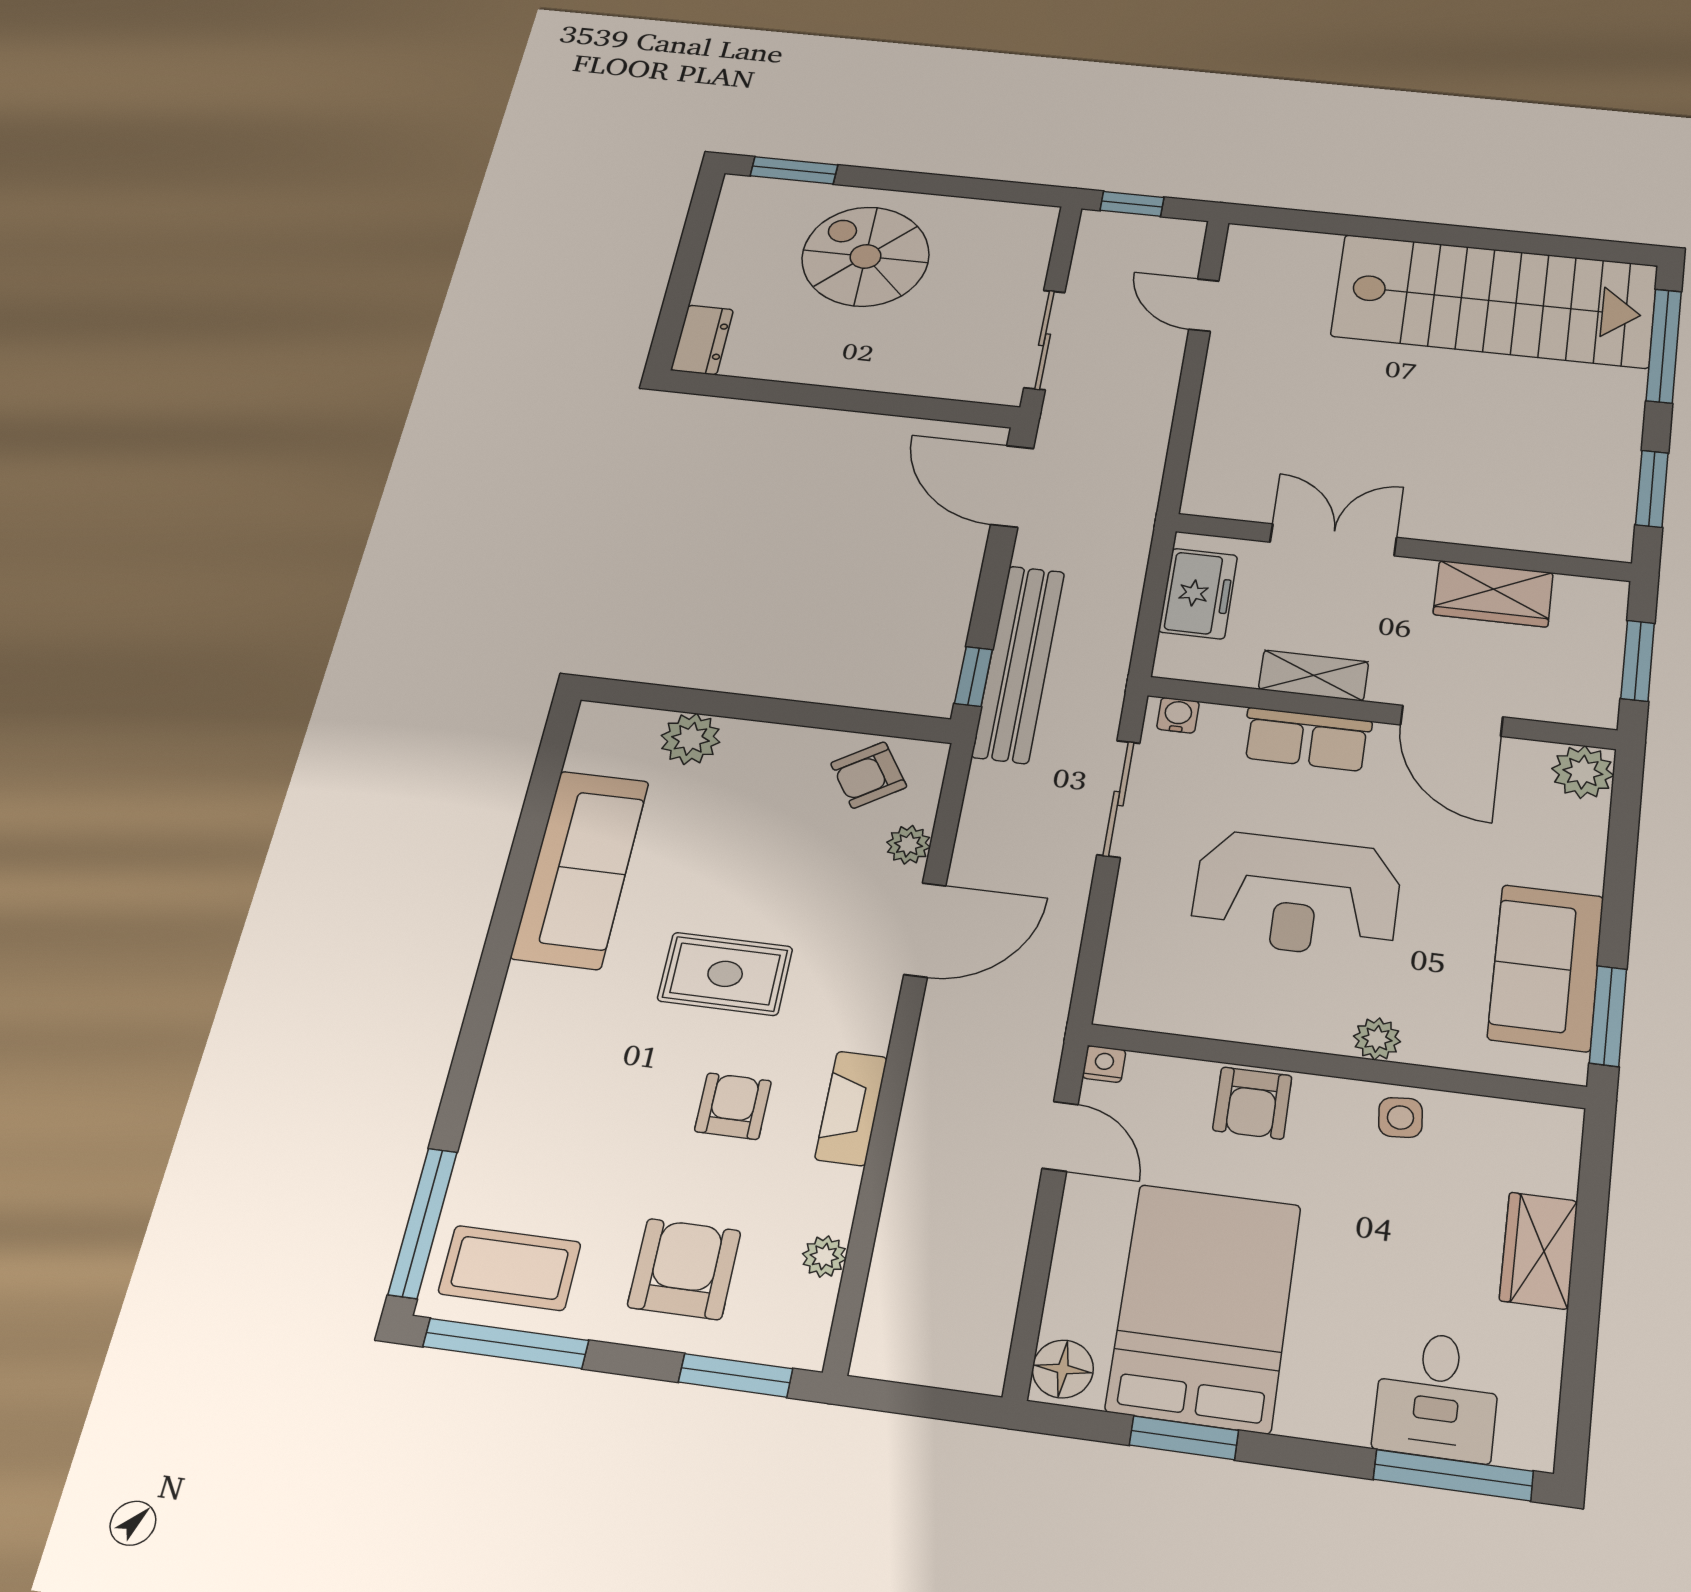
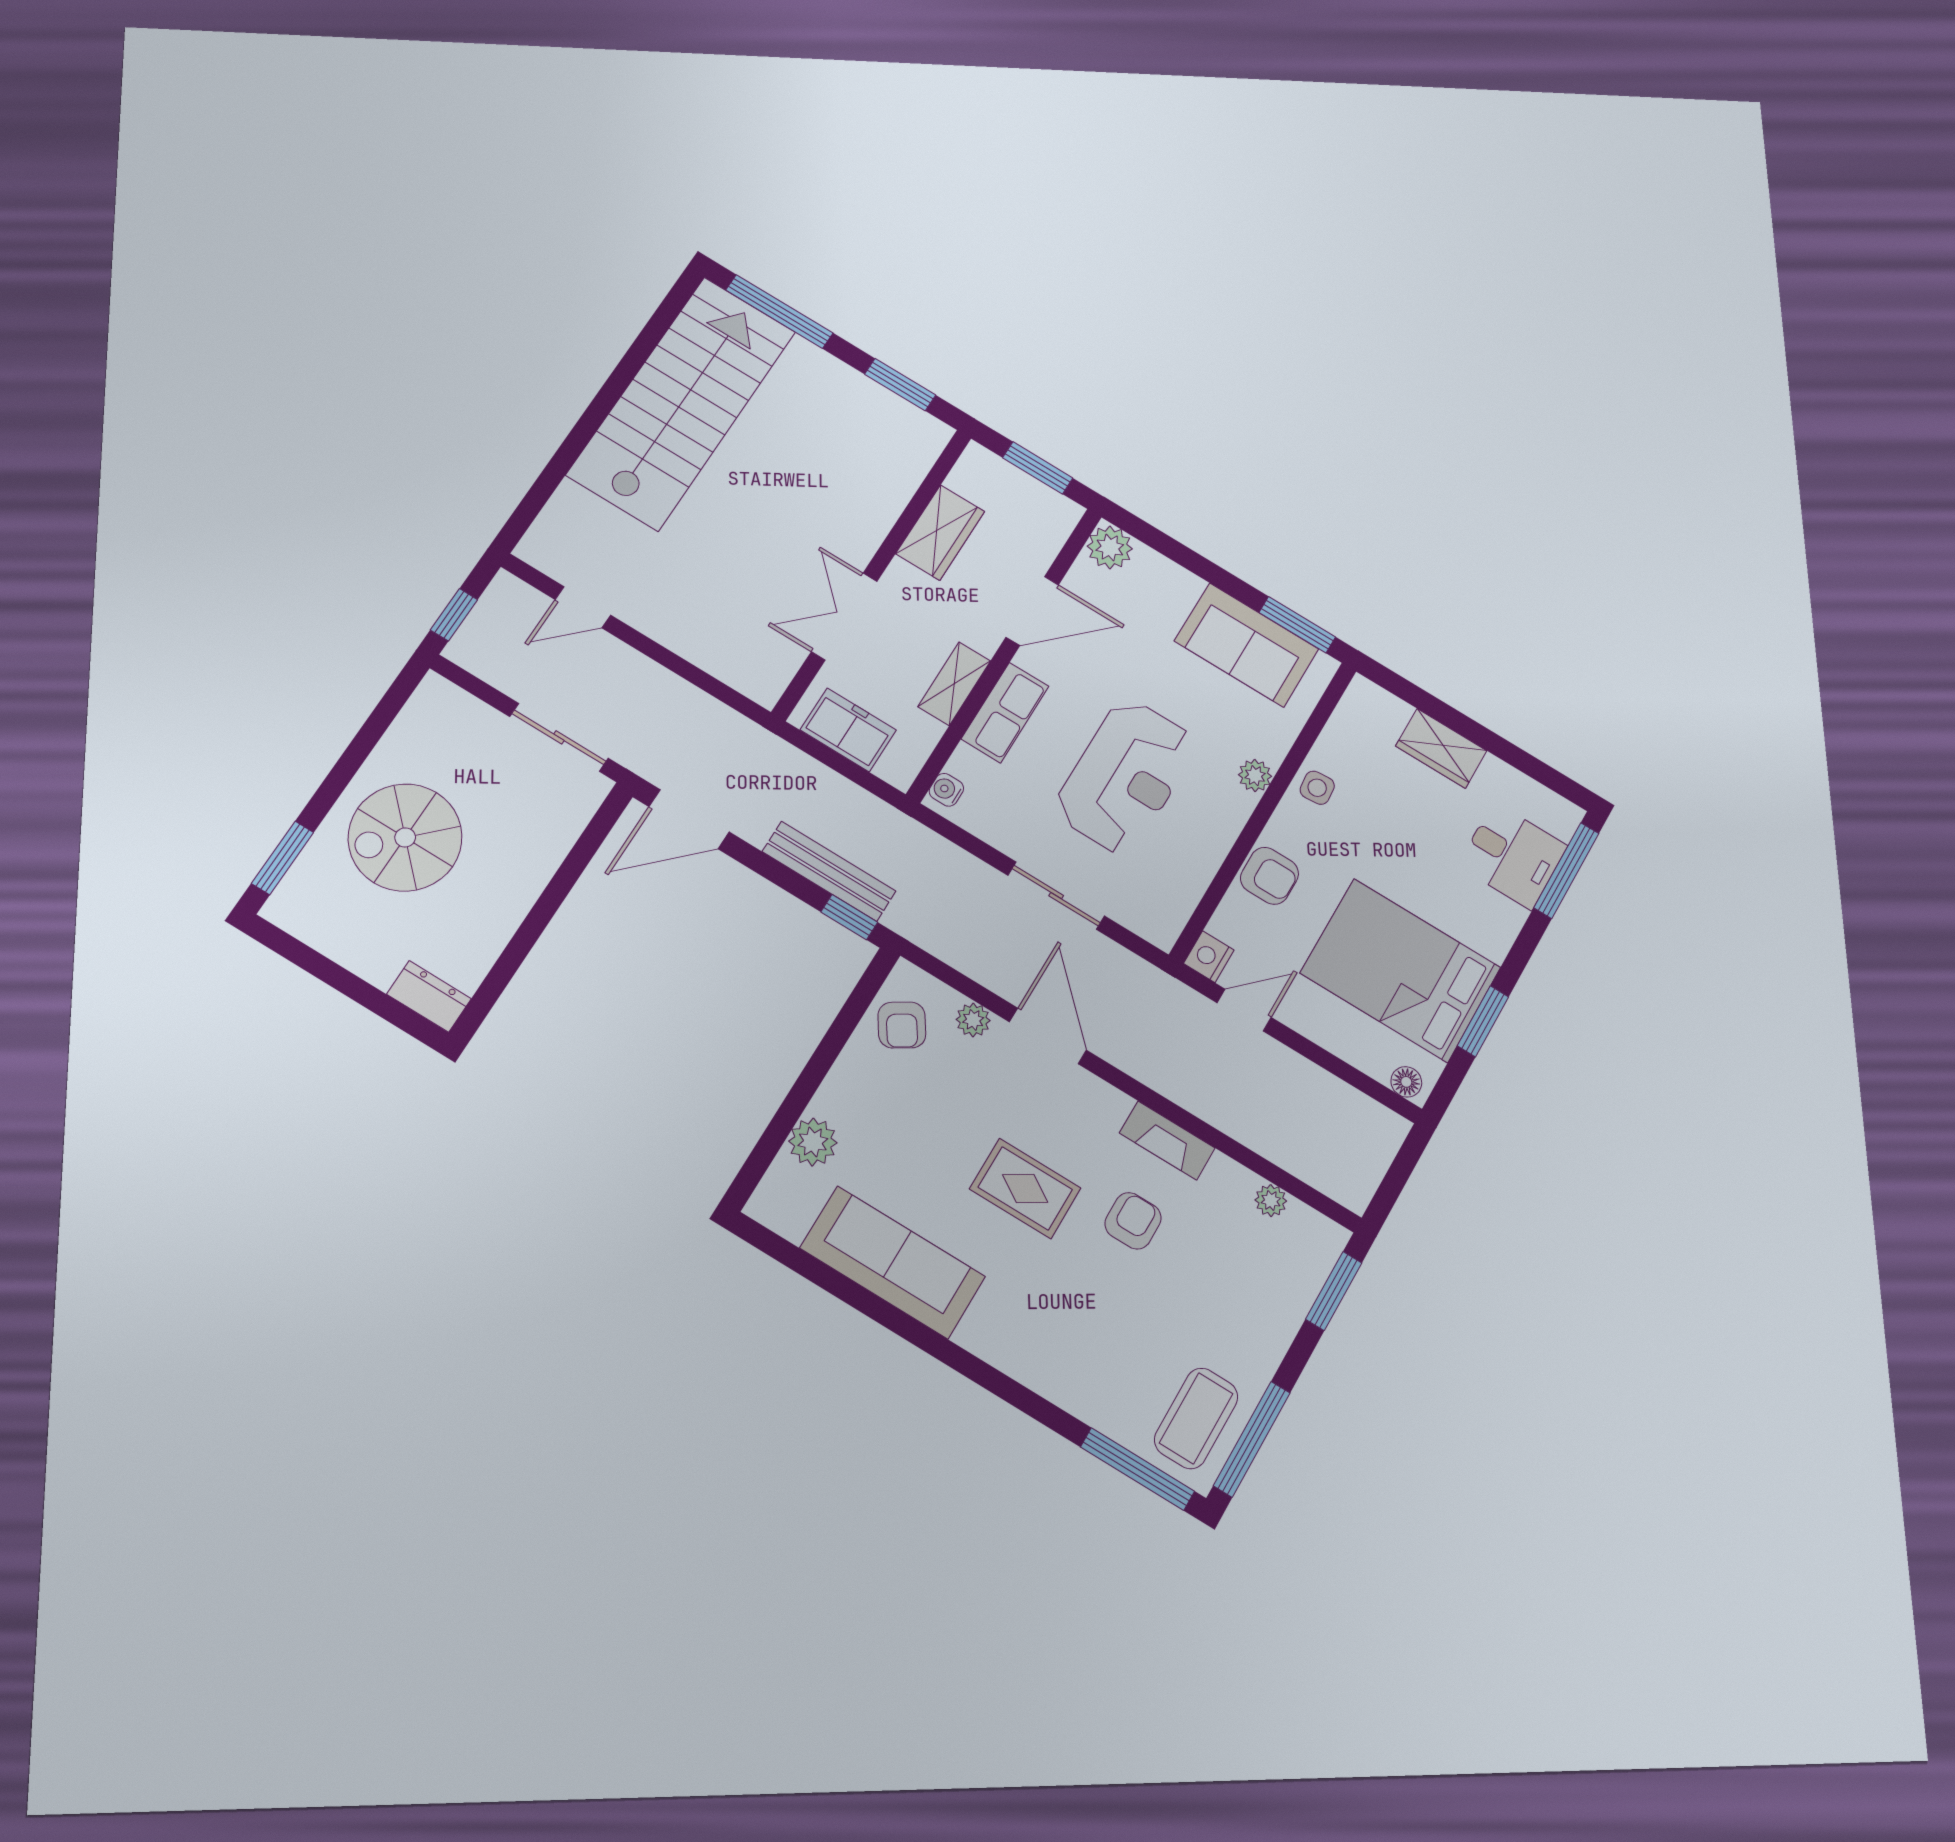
bench: (1018, 663) -> (829, 871), width x0.73, depth x0.82
sliding door: (1119, 799) -> (1056, 896), moved
rug: (725, 974) -> (1025, 1188), turned 90
nightstand: (1104, 1064) -> (1209, 957), width x1.39, depth x1.35
armchair: (733, 1106) -> (1133, 1221), turned 90
armchair: (684, 1269) -> (1243, 1298), removed
floor lamp: (1063, 1369) -> (1406, 1082), width x0.73, depth x0.73

